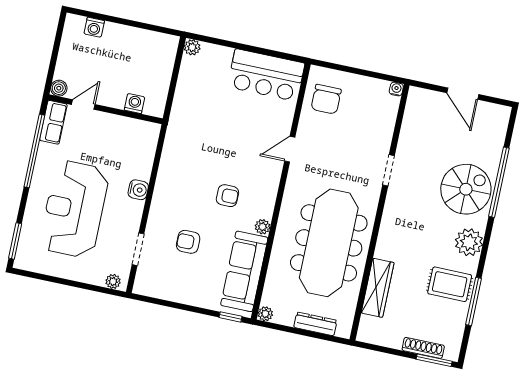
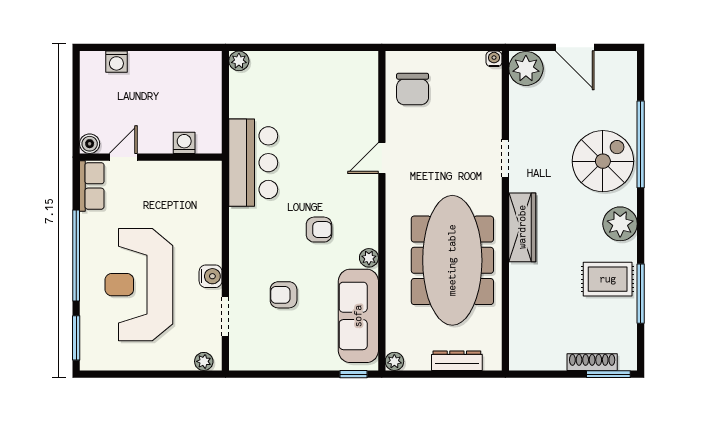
bar counter: (266, 75) -> (253, 163), moved, turned -90
plant: (420, 102) -> (526, 68), added
window: (34, 151) -> (76, 255), moved
water cooler: (138, 190) -> (211, 276), moved
wardrobe: (378, 288) -> (522, 227), moved

